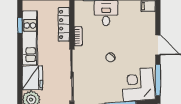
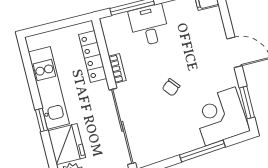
window: (20, 25) -> (42, 120), moved
window: (158, 80) -> (247, 103), width x0.69

